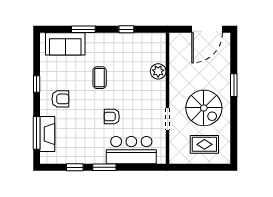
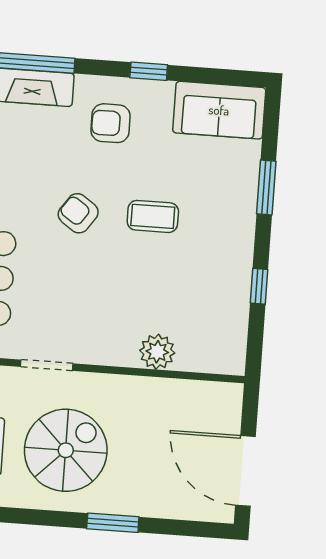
sofa: (65, 44) -> (219, 110), moved, turned -90
armchair: (60, 99) -> (111, 123), turned 90
spiral stairs: (204, 108) -> (66, 450), turned 180
armchair: (112, 117) -> (78, 213), moved, turned -55

